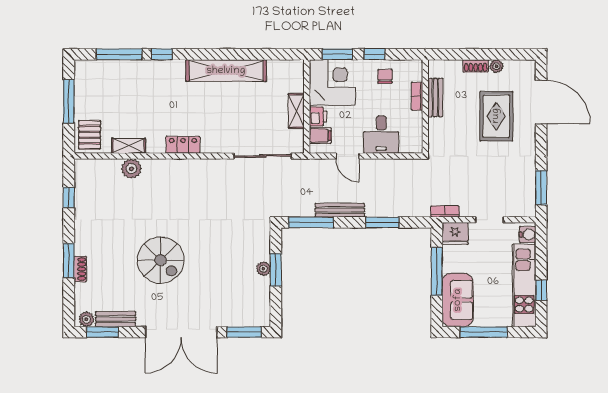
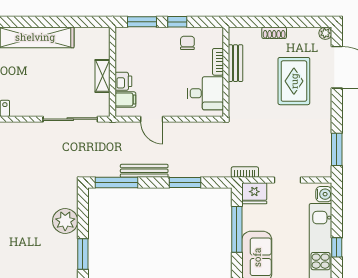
plant: (496, 66) -> (325, 33), moved
corner desk: (332, 83) -> (137, 49), removed
desk: (381, 135) -> (205, 93), moved, turned -90
plant: (263, 269) -> (65, 221), width x1.88, depth x1.88
window: (276, 270) -> (83, 254), moved

